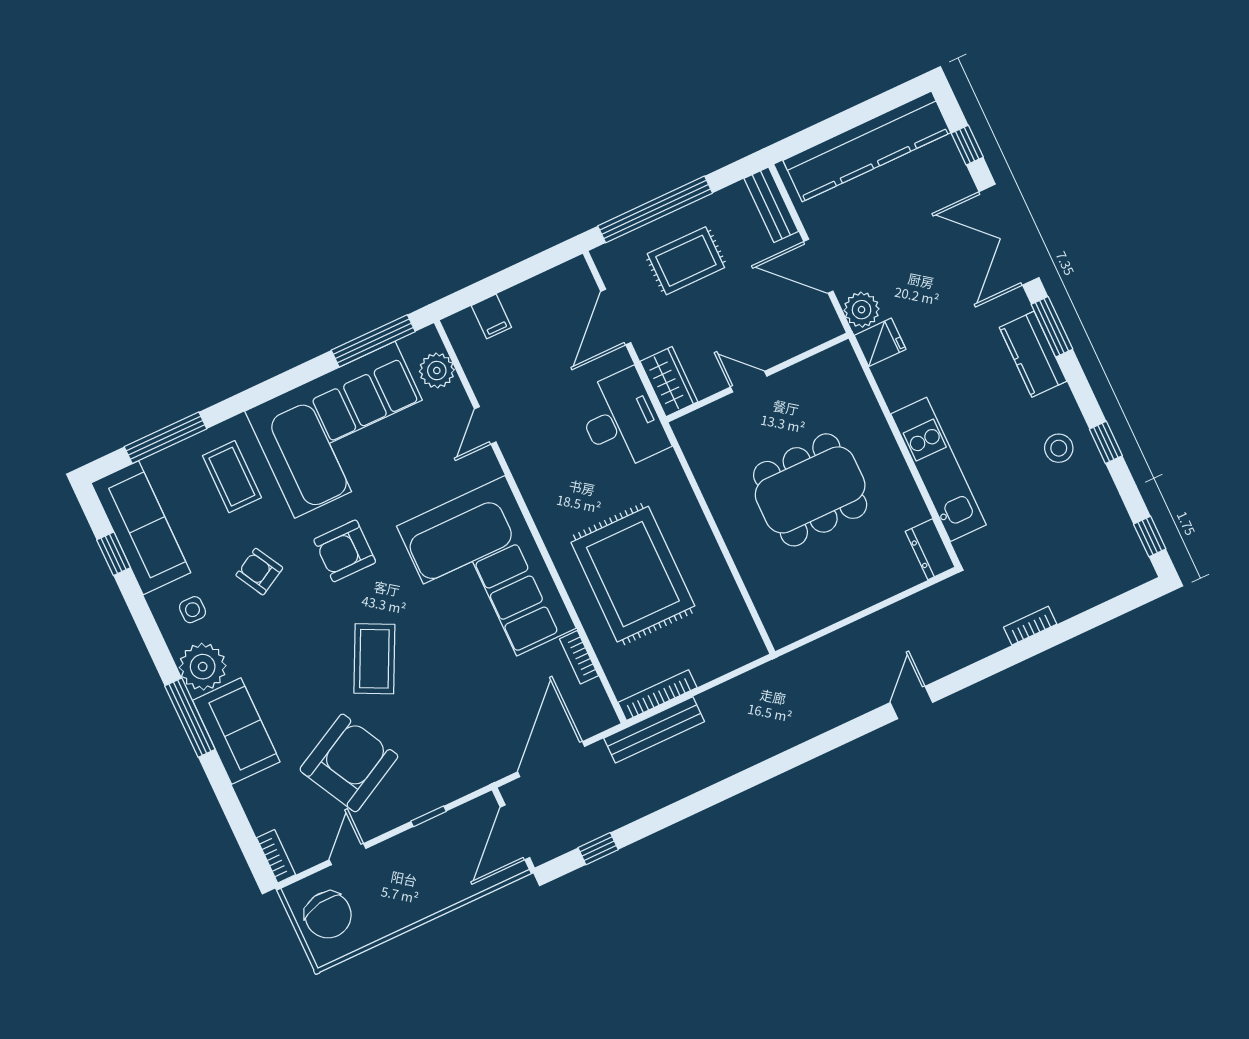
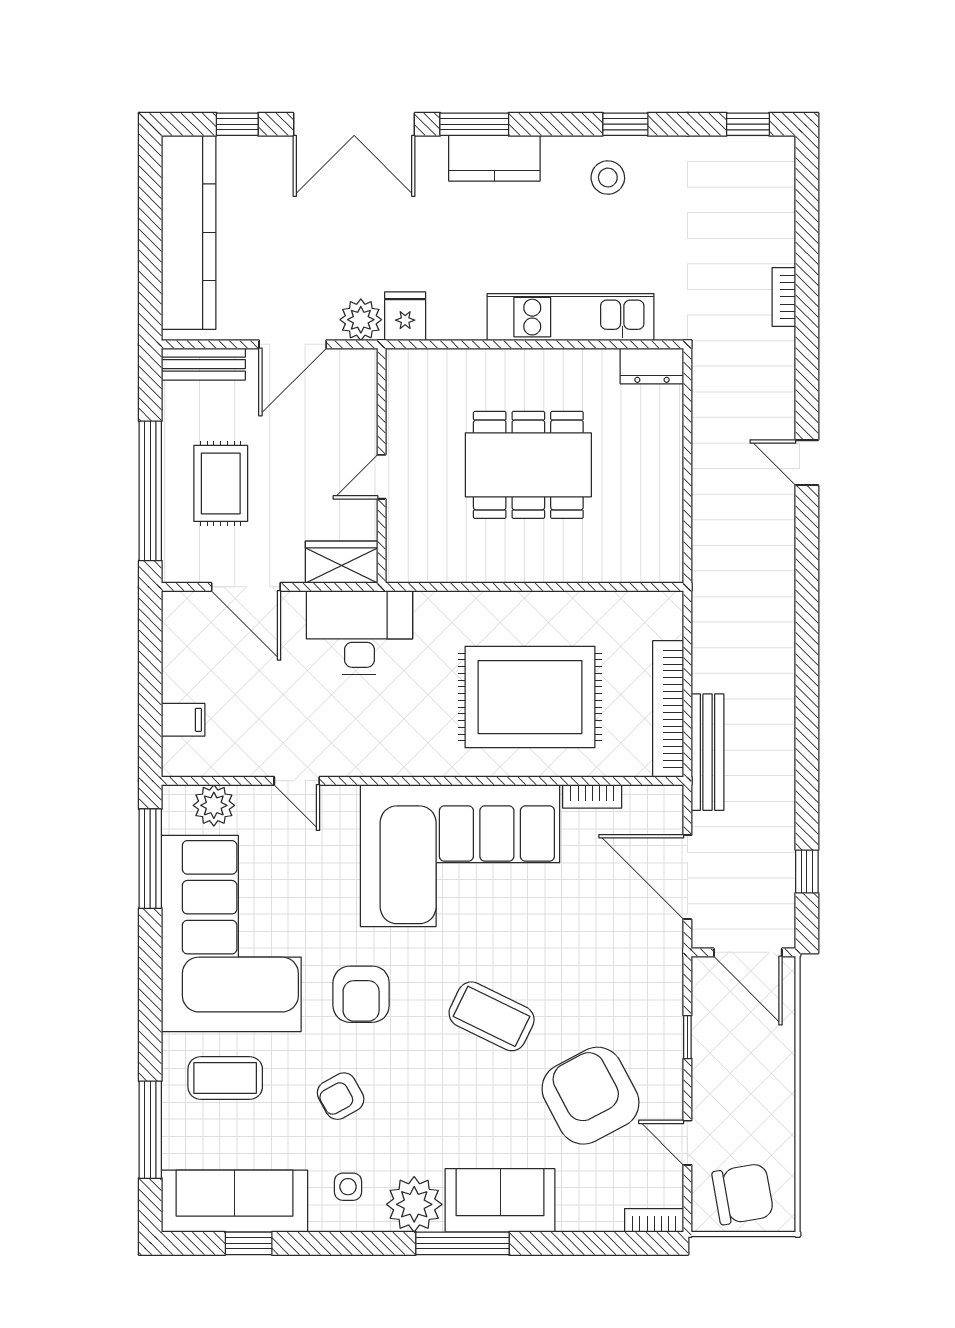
dining table: (810, 490) -> (528, 465), turned 90
bookcase: (658, 695) -> (668, 709), width x1.48, depth x1.31

